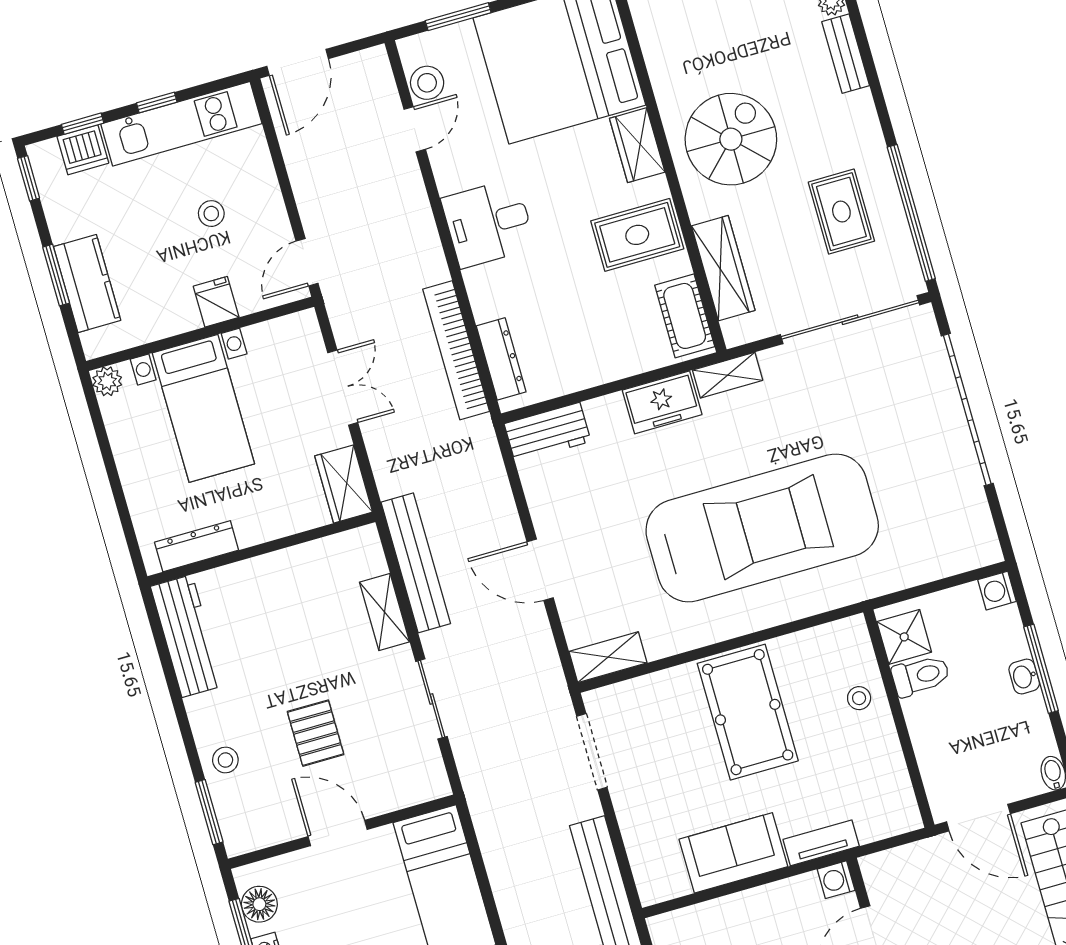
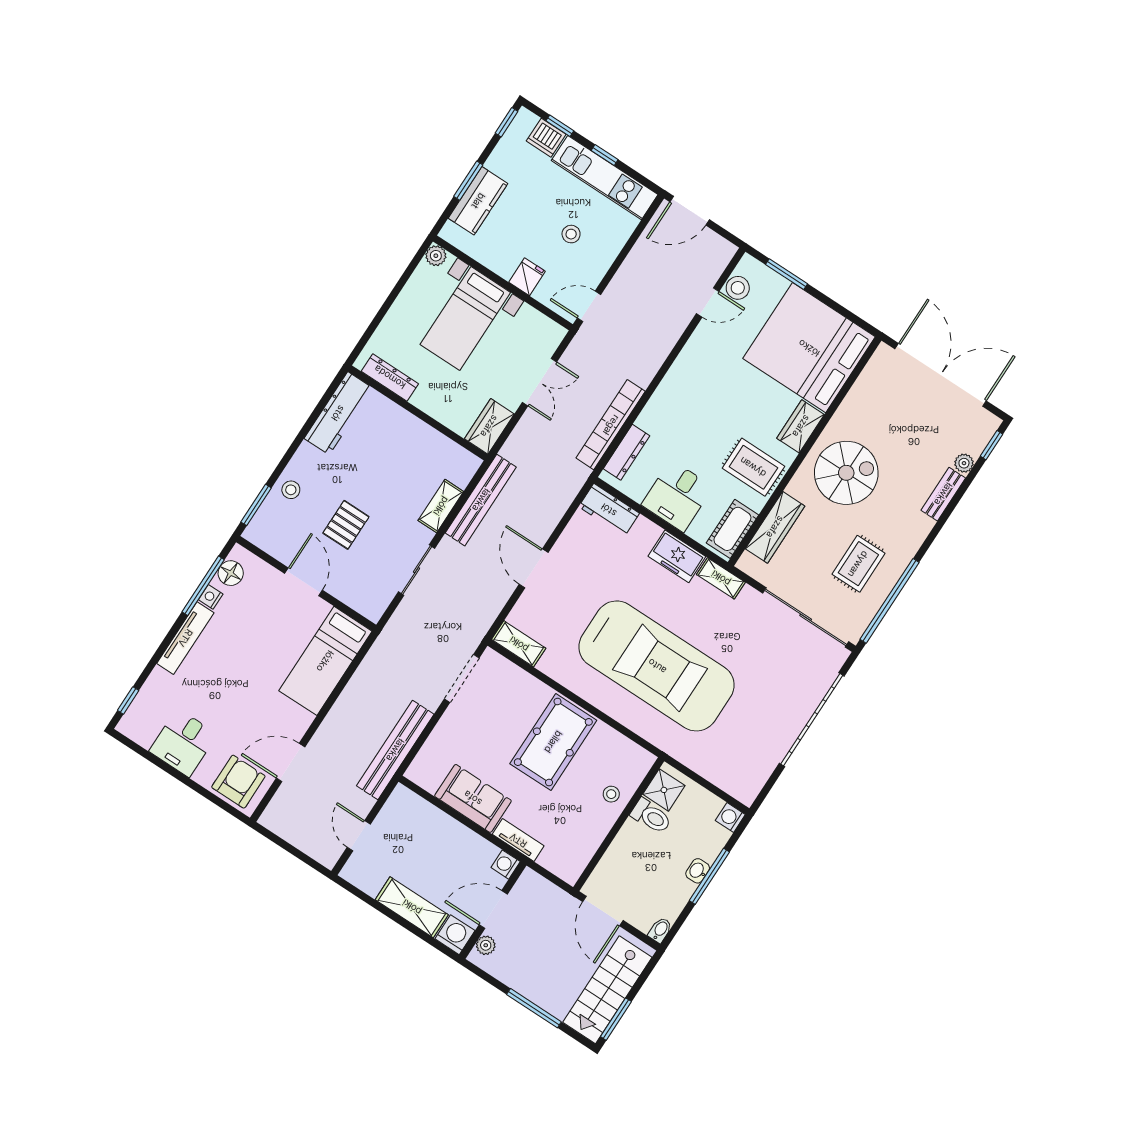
desk: (488, 223) -> (677, 496), moved, turned -90

